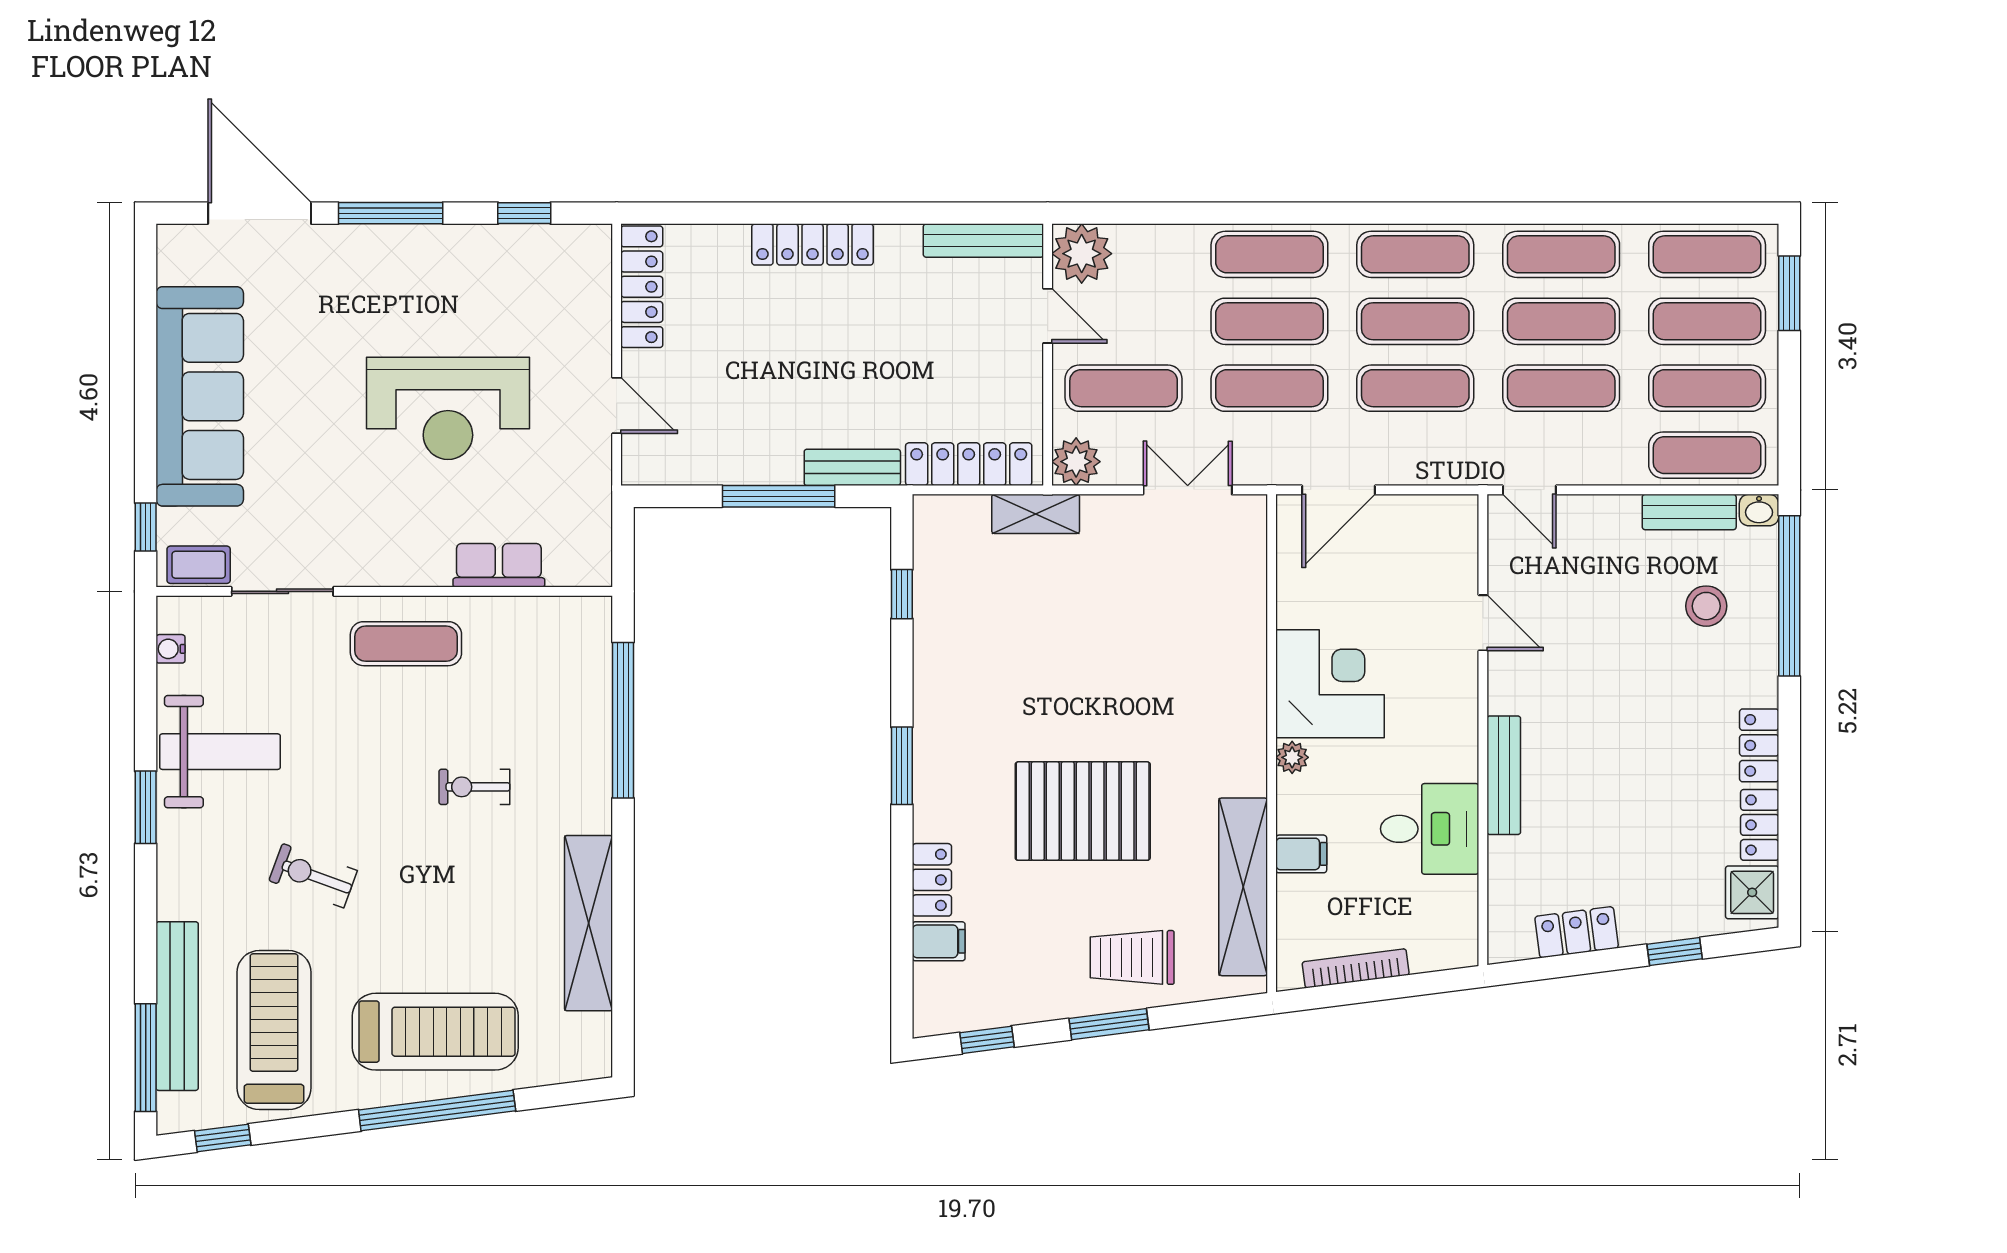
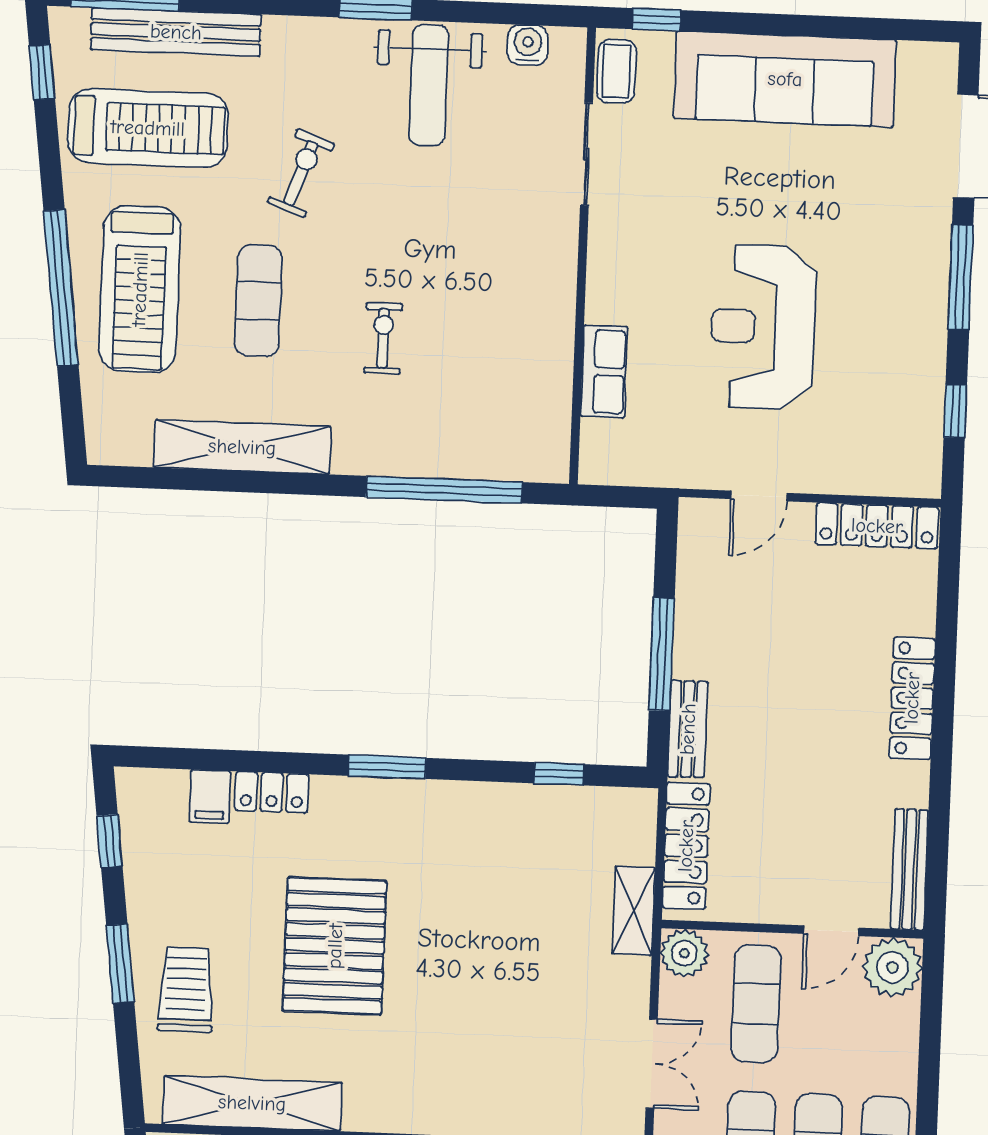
exercise mat: (406, 644) -> (258, 301), moved
water cooler: (171, 649) -> (528, 45), width x1.38, depth x1.38

